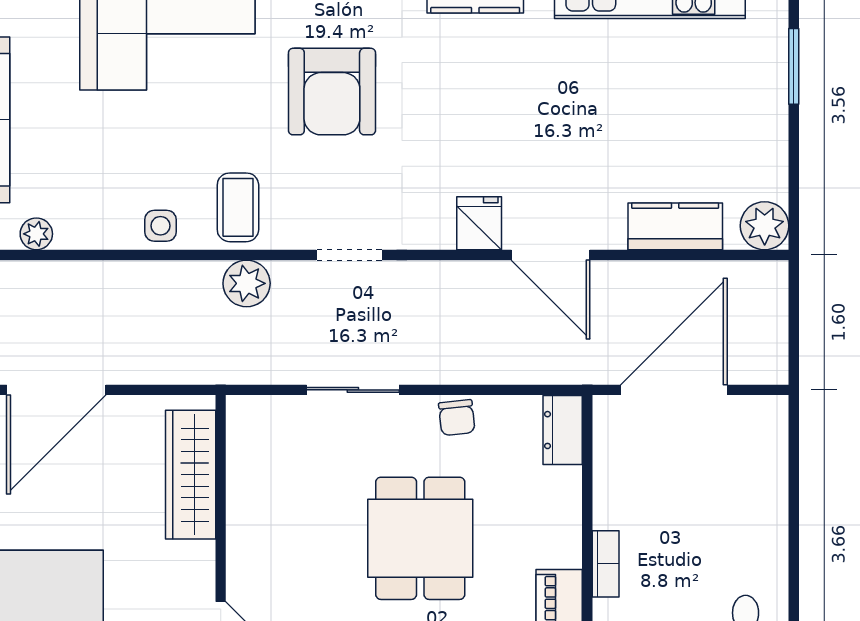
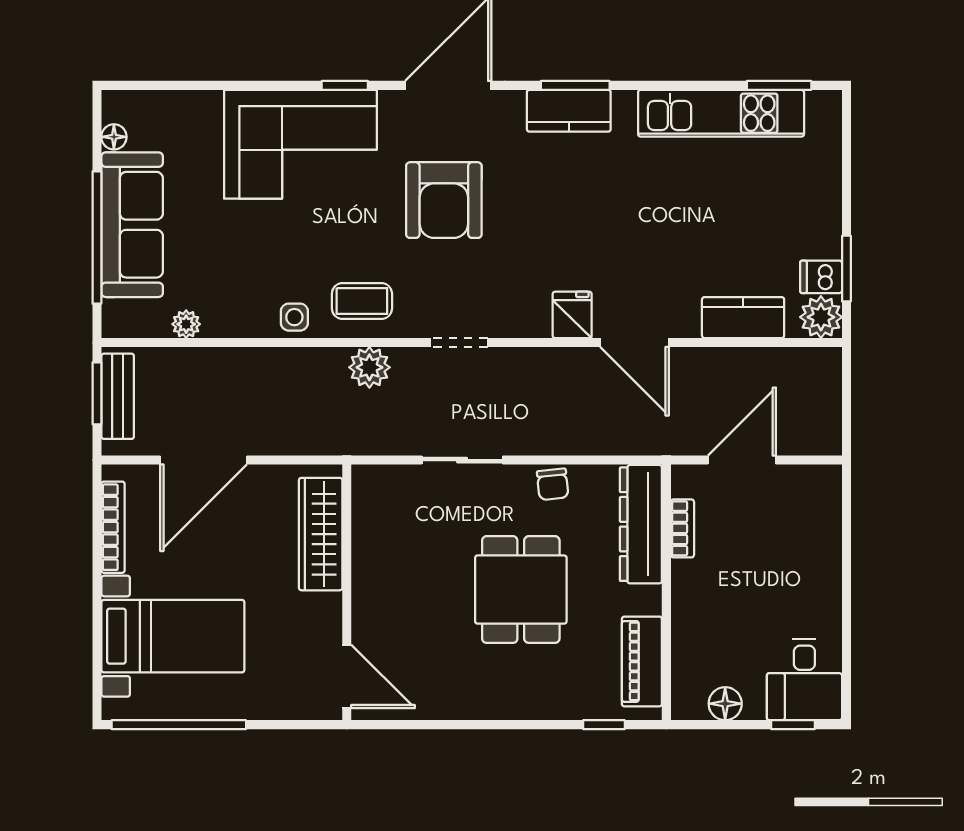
window: (794, 66) -> (846, 269), moved
dishwasher: (765, 180) -> (821, 277), added
coffee table: (238, 207) -> (362, 301), turned 90
door: (674, 390) -> (742, 460), width x0.73
dresser: (563, 430) -> (641, 524), width x1.96, depth x1.24
bookcase: (606, 564) -> (682, 528), moved

